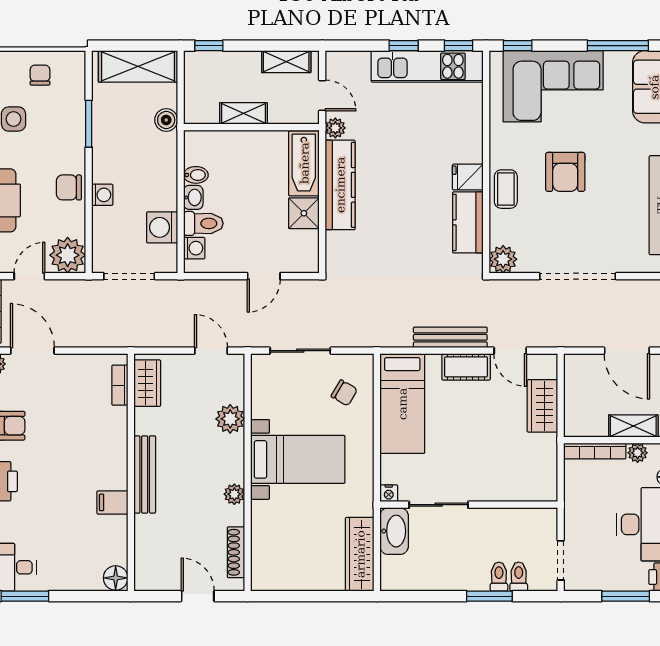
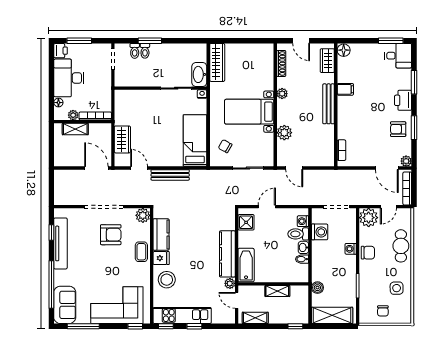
stool: (457, 135) -> (167, 280), added
armchair: (565, 172) -> (111, 235), moved, turned 90
shower: (304, 213) -> (246, 222), moved
door: (627, 351) -> (96, 168), moved
cot: (466, 367) -> (162, 160), removed
wardrobe: (147, 383) -> (327, 61), moved

